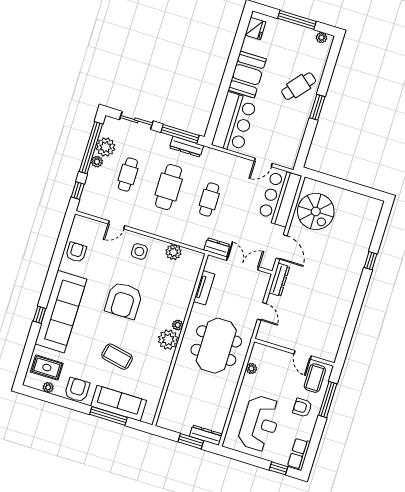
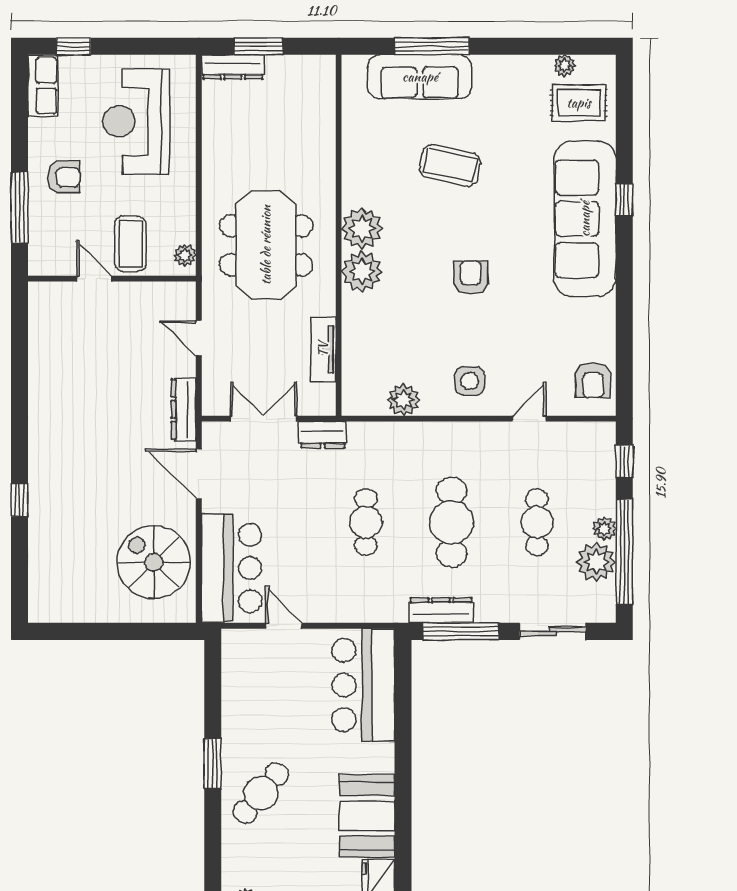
booth: (247, 75) -> (367, 816), moved
door: (263, 162) -> (284, 626), hinge flipped
armchair: (76, 252) -> (593, 380), moved
double door: (243, 264) -> (264, 419), swing flipped
armchair: (124, 300) -> (471, 277), width x0.53, depth x0.53
plant: (178, 325) -> (362, 272), width x1.88, depth x1.88
plant: (251, 369) -> (185, 255), moved
coffee table: (315, 378) -> (130, 244), moved
armchair: (77, 390) -> (507, 78), removed

